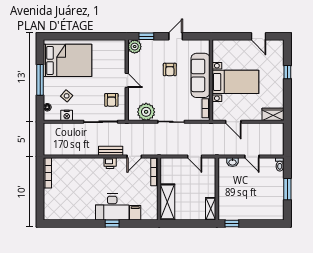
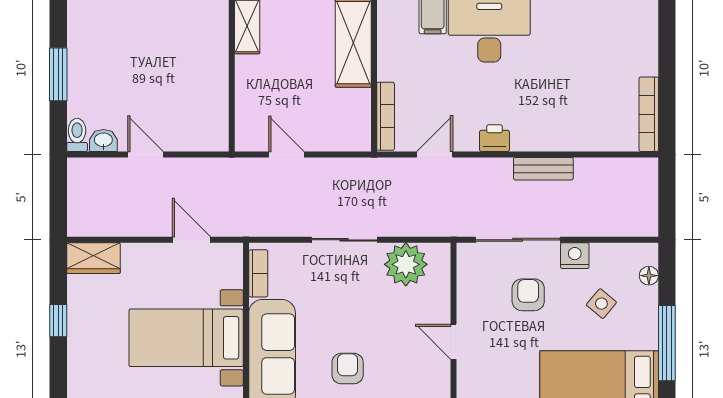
window: (287, 72) -> (58, 321), moved
armchair: (111, 100) -> (528, 295), moved
nightstand: (67, 115) -> (575, 256), moved
bench: (111, 151) -> (543, 169), moved
washbasin: (232, 162) -> (103, 140), moved

